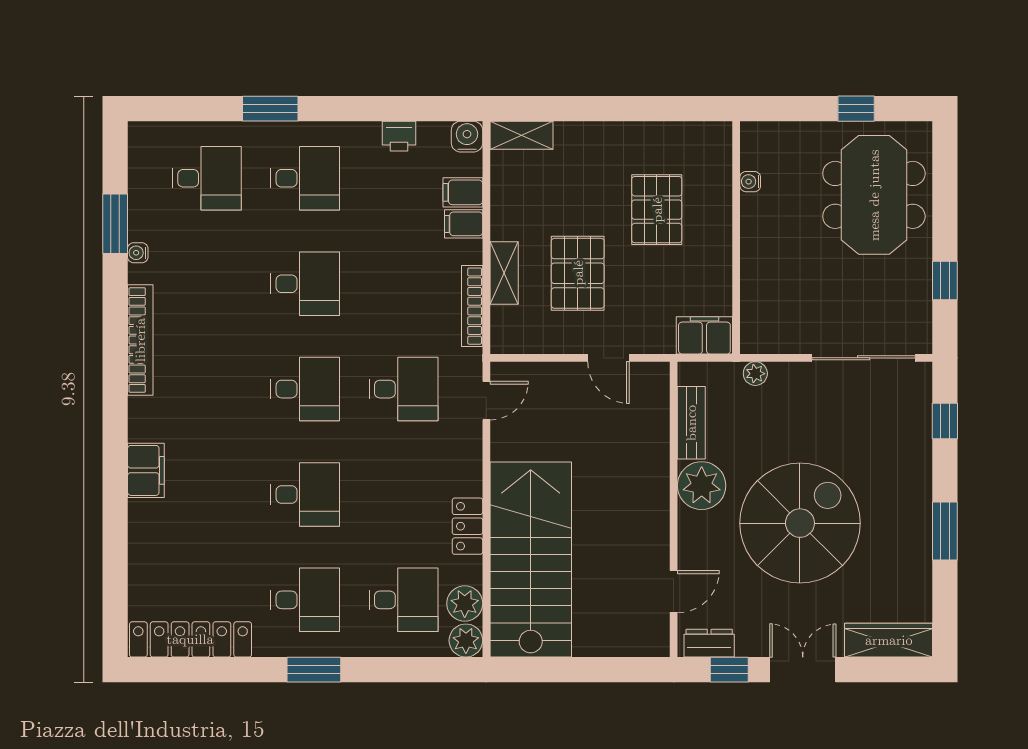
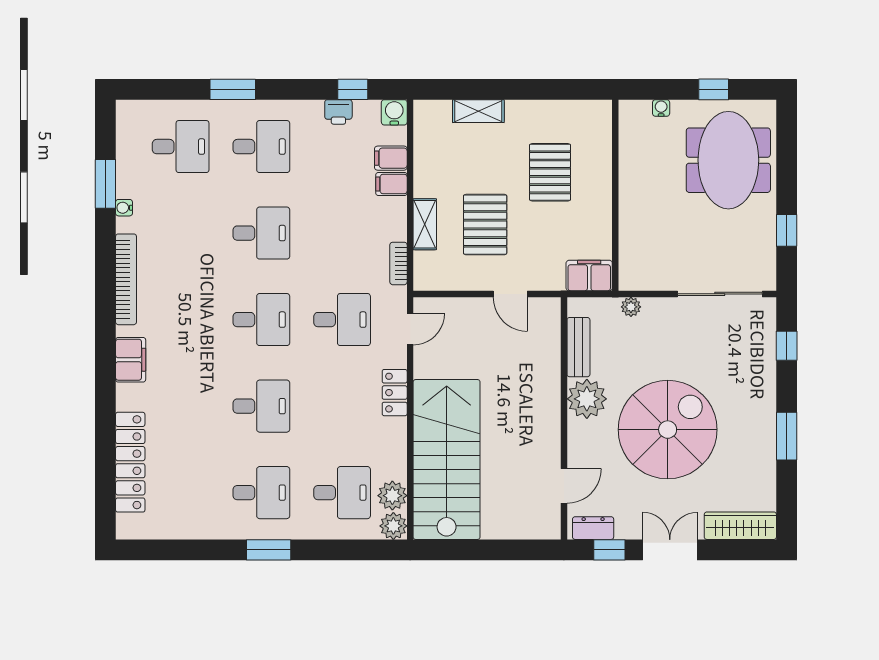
window: (416, 109) -> (353, 89), added
shelving: (521, 135) -> (478, 111), moved
water cooler: (750, 182) -> (661, 108), moved, turned 90
bookcase: (472, 306) -> (398, 263), width x0.64
filing cabinet: (146, 470) -> (131, 360), moved
locker: (467, 526) -> (395, 393), moved
locker: (190, 639) -> (130, 462), moved, turned 90

